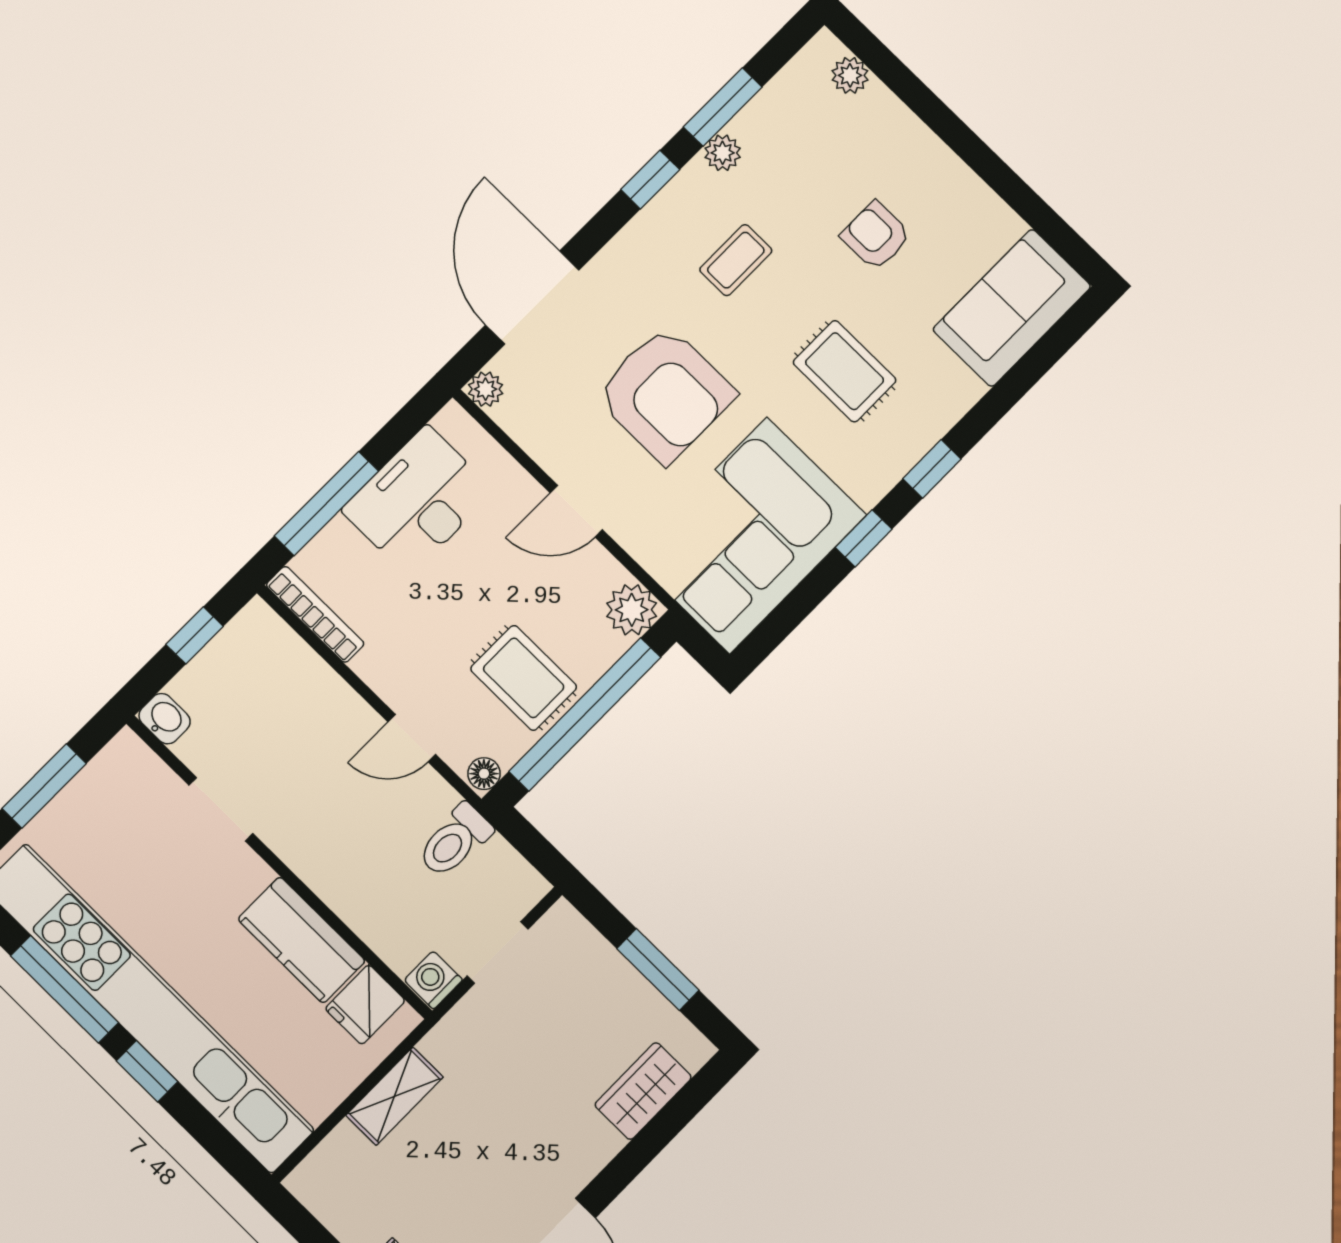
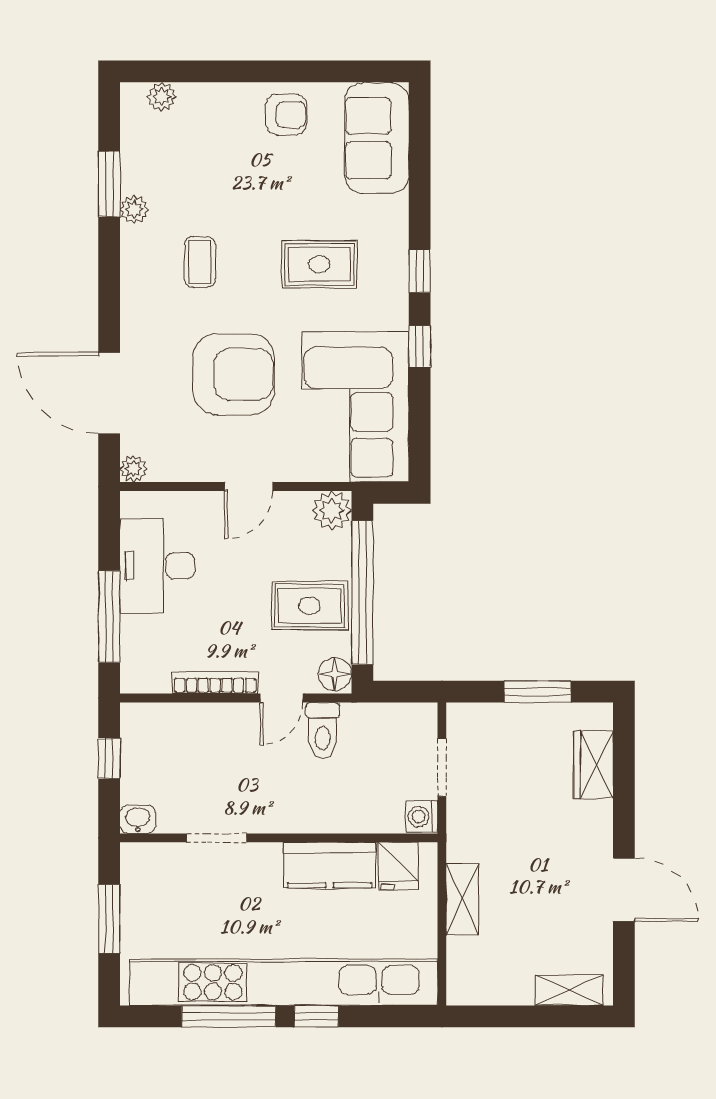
window: (650, 180) -> (109, 264), removed
armchair: (876, 236) -> (286, 115), moved, turned 180
bookcase: (315, 614) -> (215, 683), moved
floor lamp: (484, 774) -> (335, 674), width x1.37, depth x1.37
toilet: (455, 841) -> (323, 730), moved

